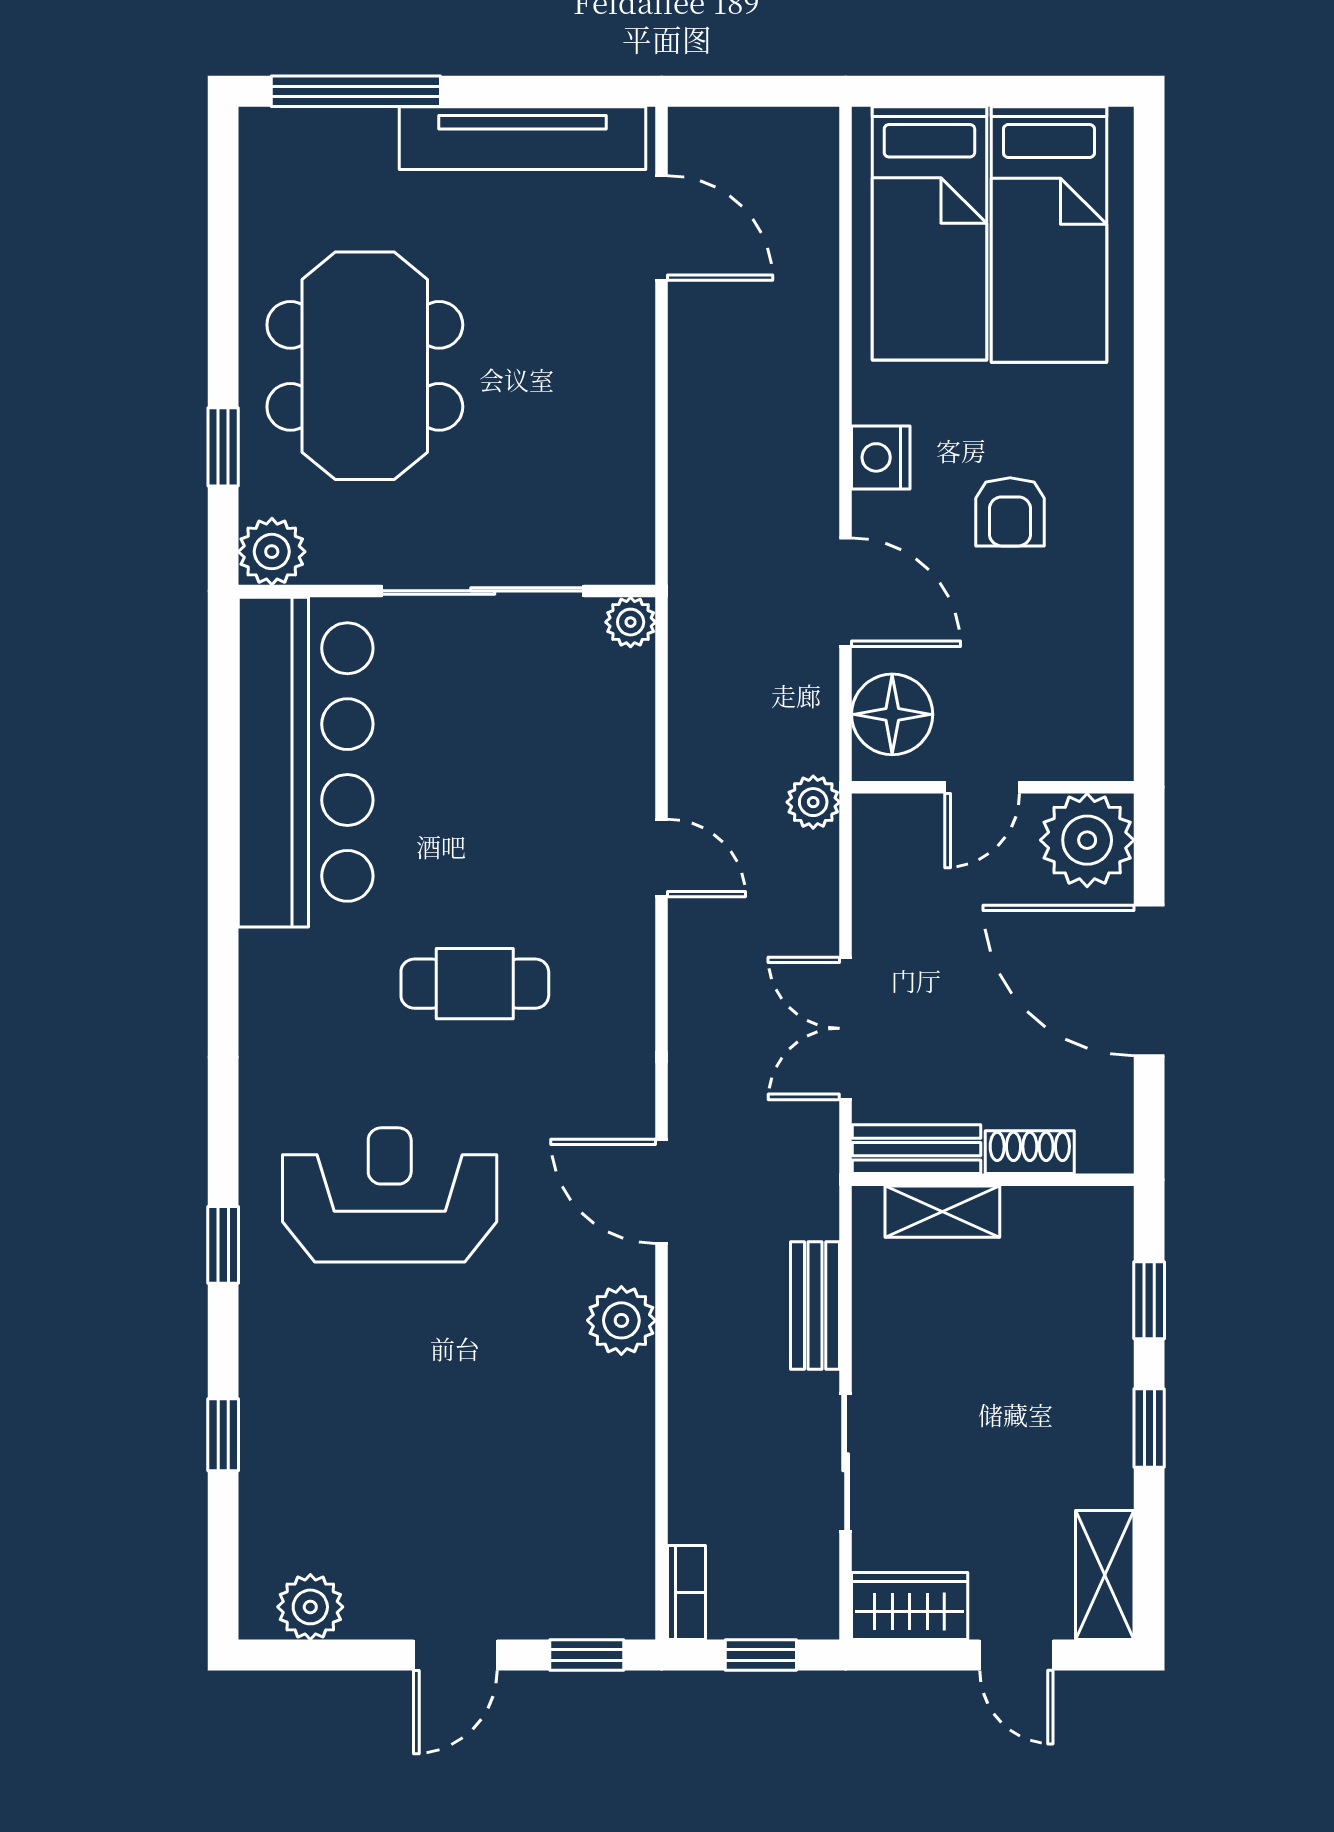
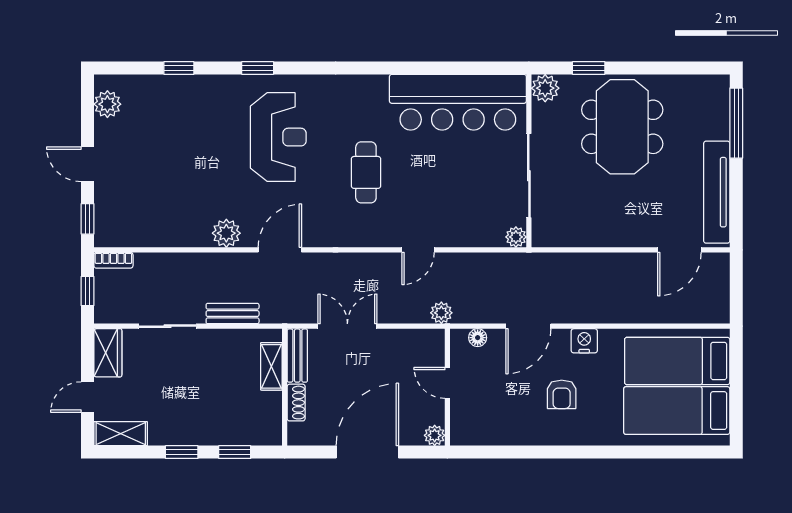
meeting table: (365, 366) -> (622, 127), turned 90
armchair: (1010, 512) -> (562, 394), turned -90
floor lamp: (892, 714) -> (478, 338), width x0.53, depth x0.53
plant: (1087, 840) -> (435, 435), width x0.53, depth x0.53

